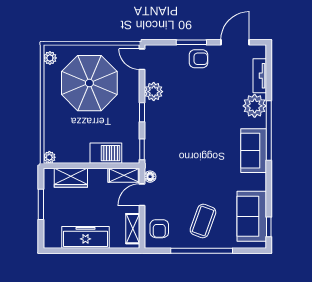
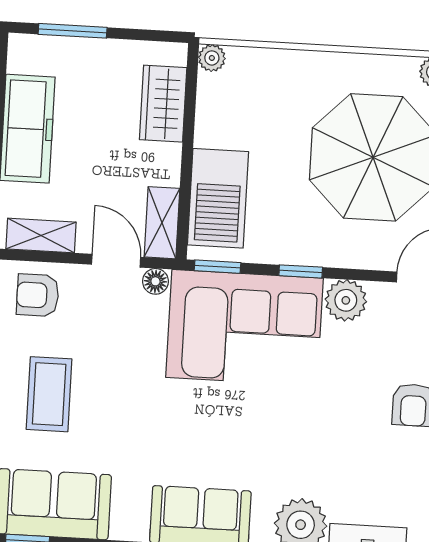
corner sofa: (168, 136) -> (245, 328), added
barbecue: (106, 153) -> (218, 198), width x1.37, depth x1.21
window: (41, 204) -> (73, 31), moved
coffee table: (203, 221) -> (49, 394), turned 70

